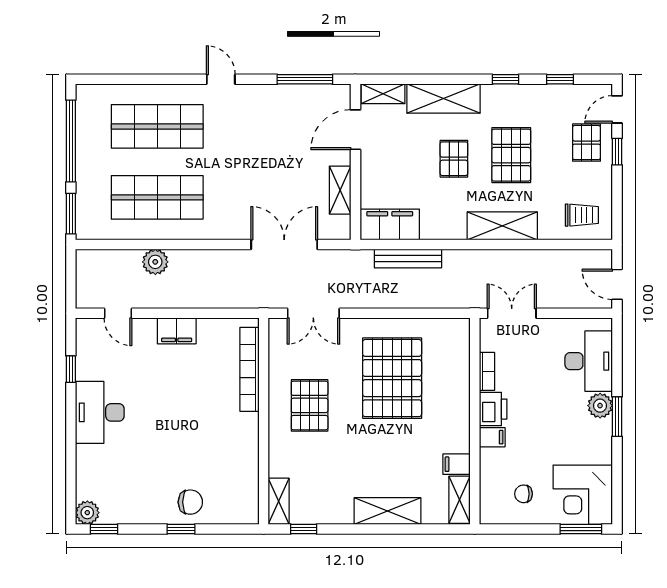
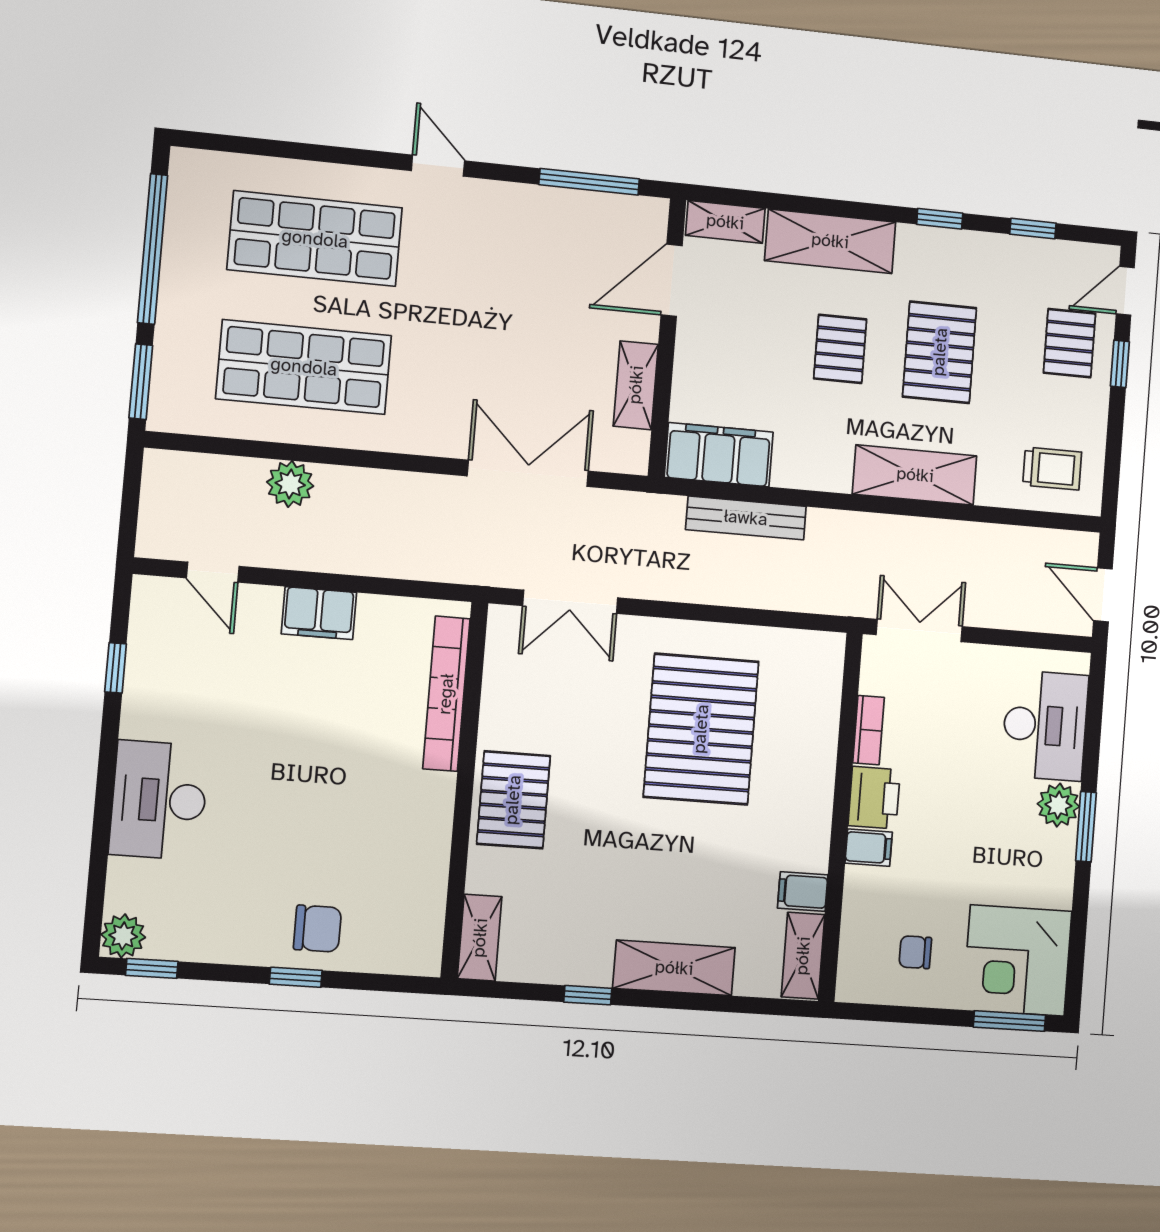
pallet: (310, 405) -> (513, 800), moved
desk: (100, 412) -> (159, 800), moved
window: (304, 529) -> (588, 995), moved

